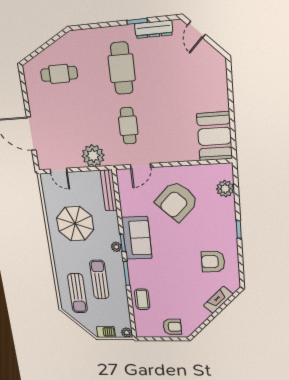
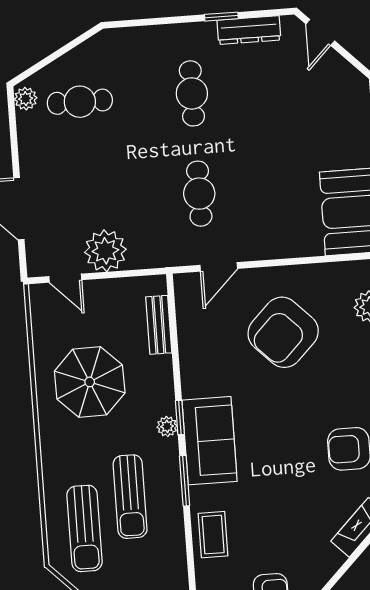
cafe table: (122, 68) -> (192, 93), width x0.73, depth x0.74
plant: (29, 72) -> (26, 99), added
plant: (93, 156) -> (105, 251), moved
bench: (109, 190) -> (159, 325), width x0.73
sofa: (137, 238) -> (210, 441), moved
sun lounger: (99, 280) -> (130, 497), turned 180

